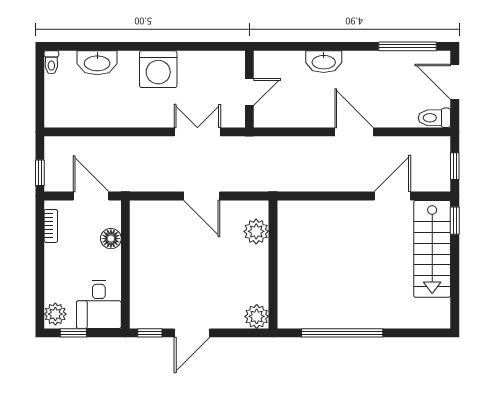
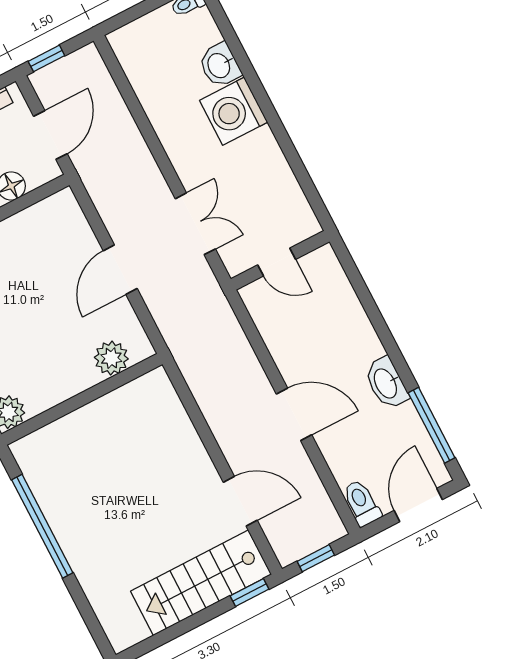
washbasin: (324, 62) -> (386, 383), moved
washbasin: (97, 63) -> (220, 65), width x0.72
washing machine: (158, 69) -> (234, 111), moved
door: (354, 132) -> (294, 414), hinge flipped

